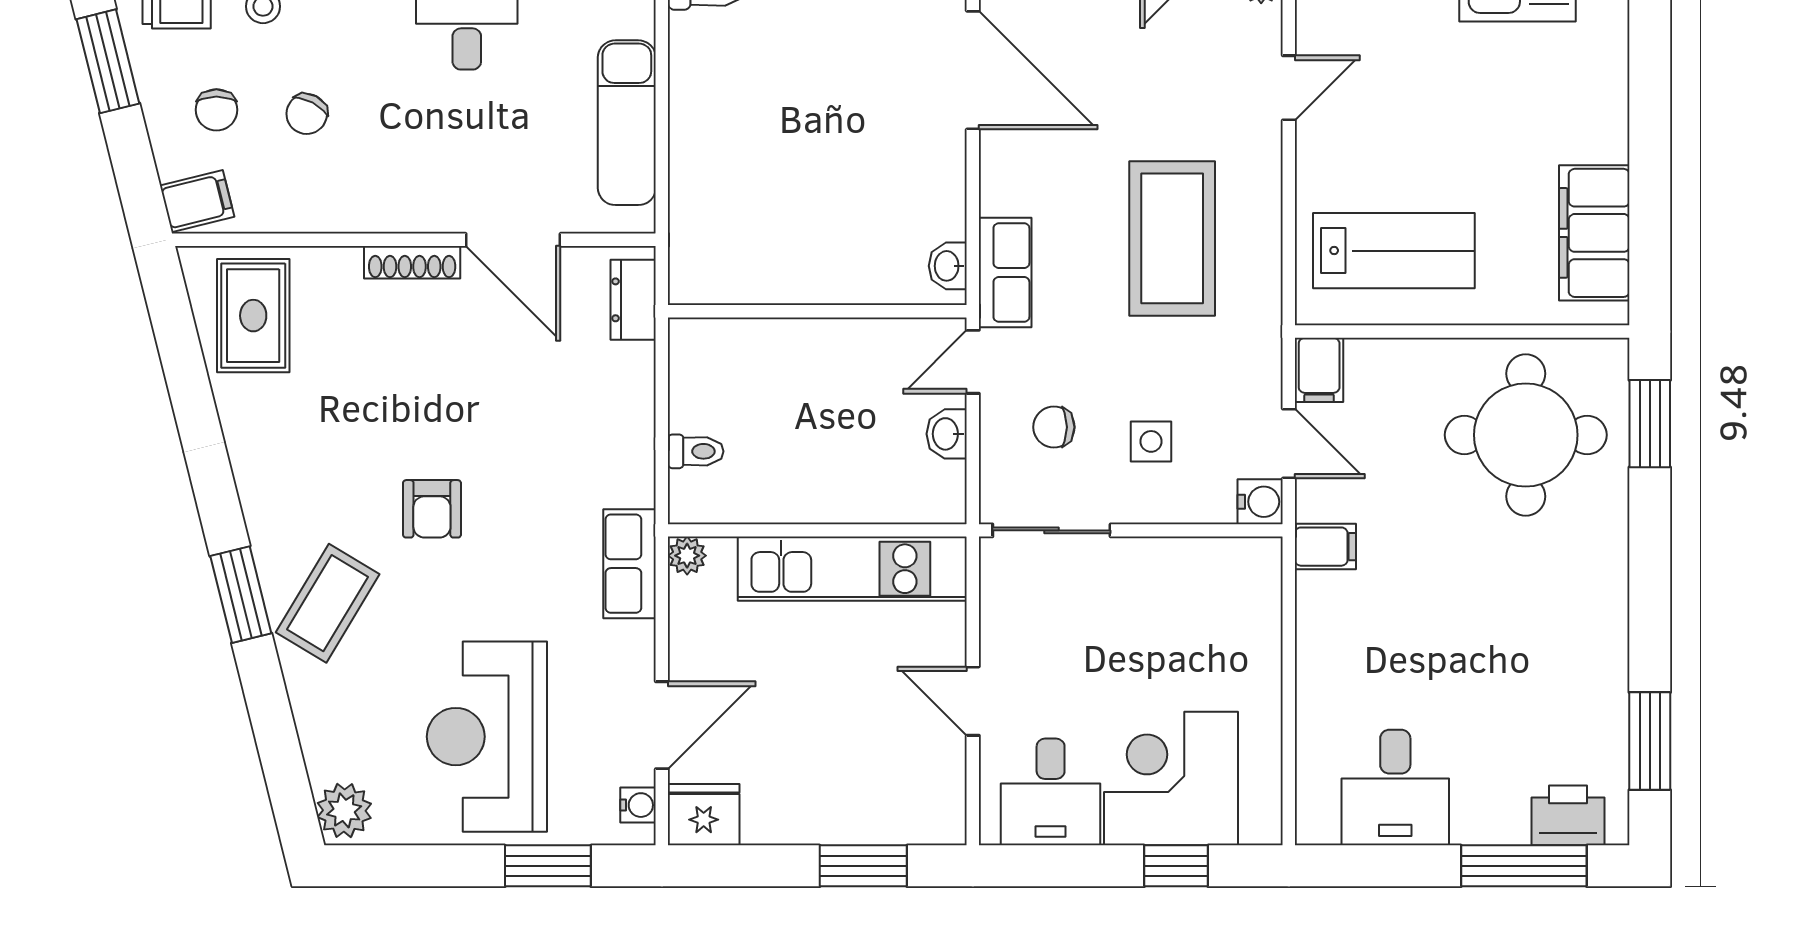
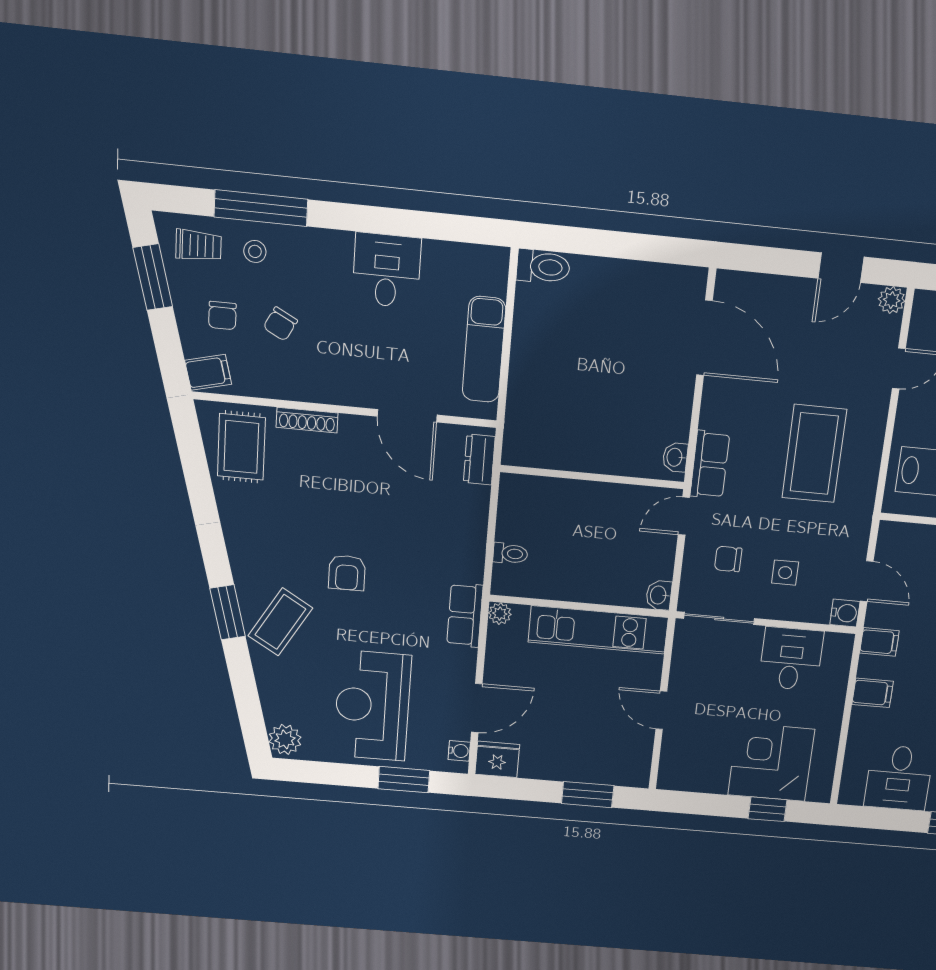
shoe rack: (412, 262) -> (307, 420), moved
filing cabinet: (1319, 370) -> (873, 693), moved, turned -90
washbasin: (947, 434) -> (659, 595), moved
desk: (1051, 792) -> (791, 659), moved, turned 180

